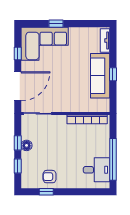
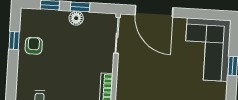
window: (18, 53) -> (197, 14), removed

